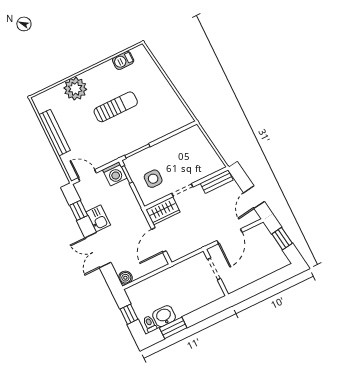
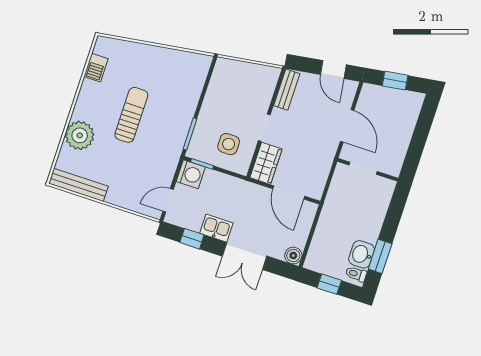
bench: (55, 133) -> (78, 185), moved

